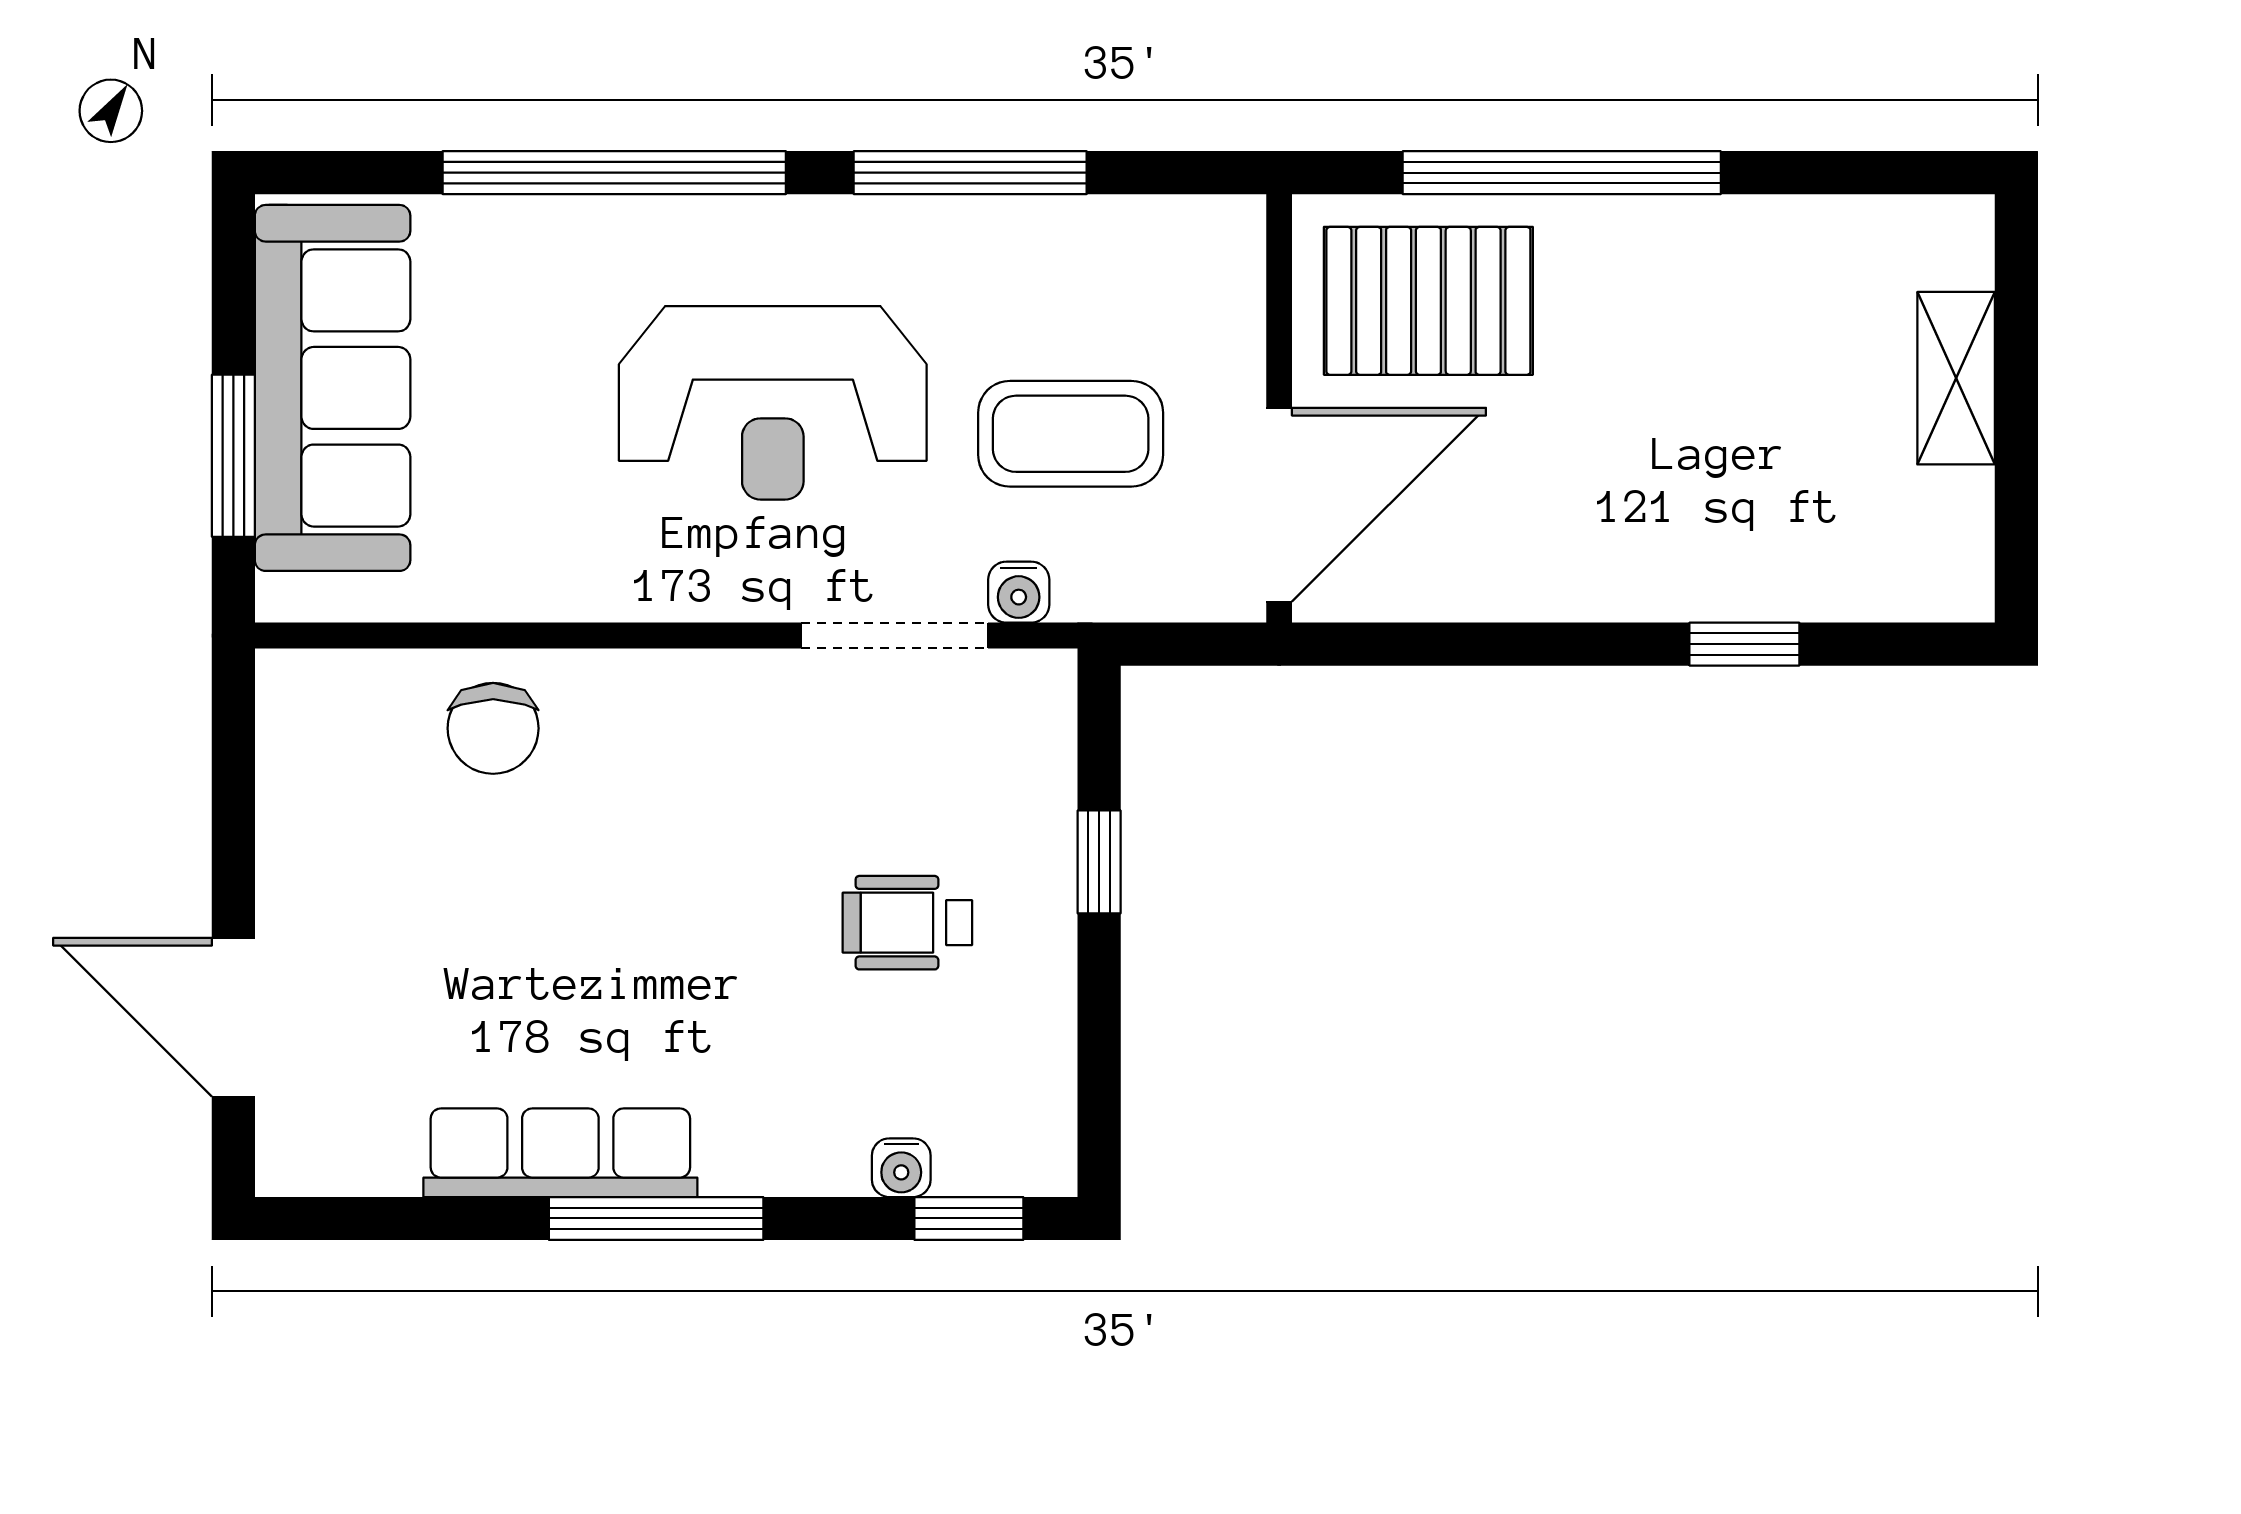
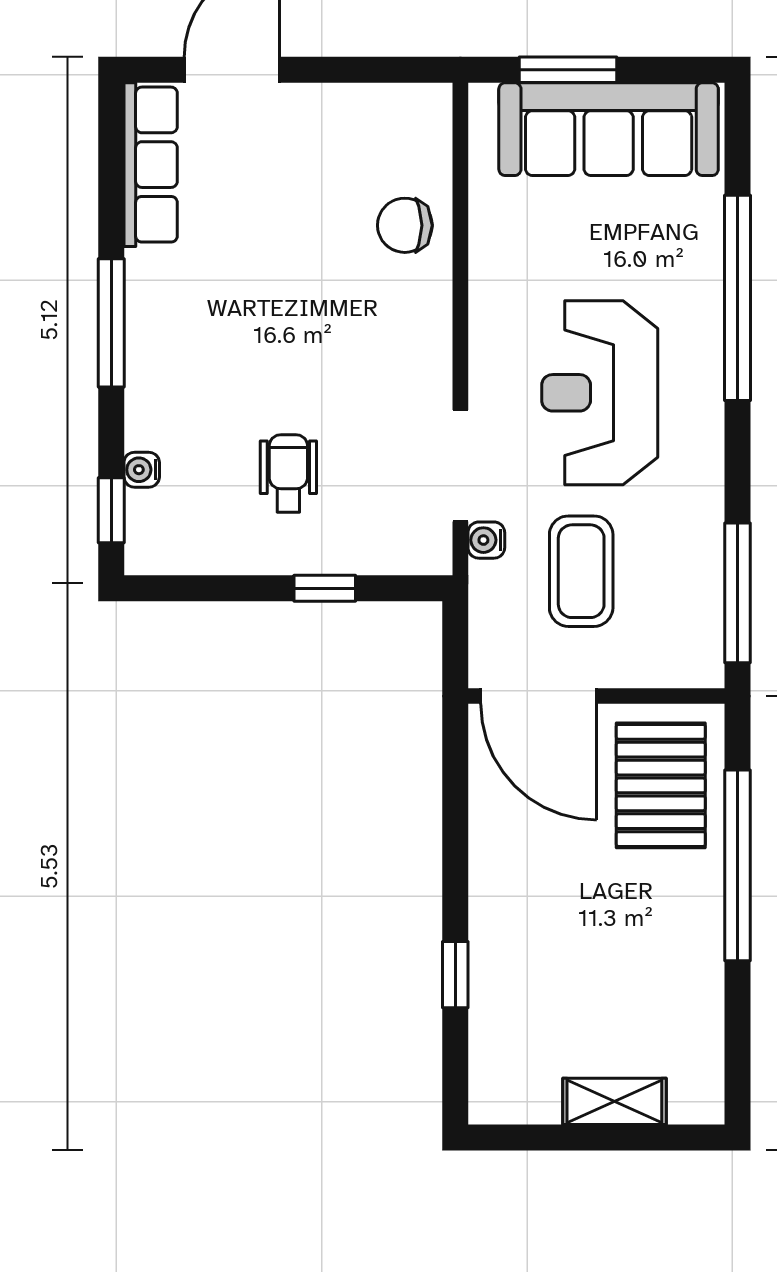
window: (970, 173) -> (738, 593), moved
row of seats: (560, 1153) -> (151, 165), moved

